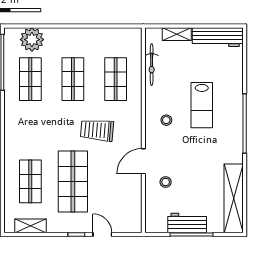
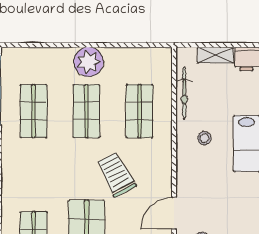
plant: (32, 40) -> (89, 62), moved
stool: (166, 120) -> (204, 138), moved
trolley: (97, 130) -> (116, 175), turned 57

